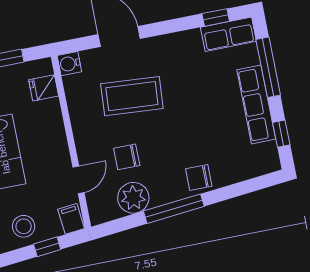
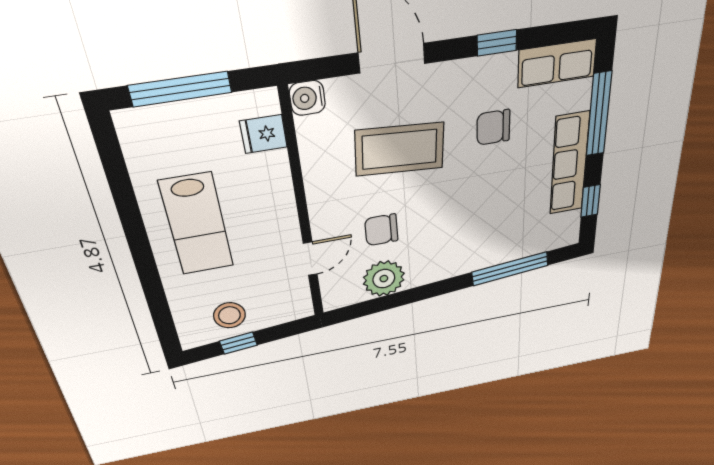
window: (216, 17) -> (497, 43), moved
chair: (199, 178) -> (493, 127), moved
window: (174, 209) -> (510, 269), moved
filing cabinet: (71, 219) -> (297, 305), removed
window: (47, 247) -> (239, 343), moved

